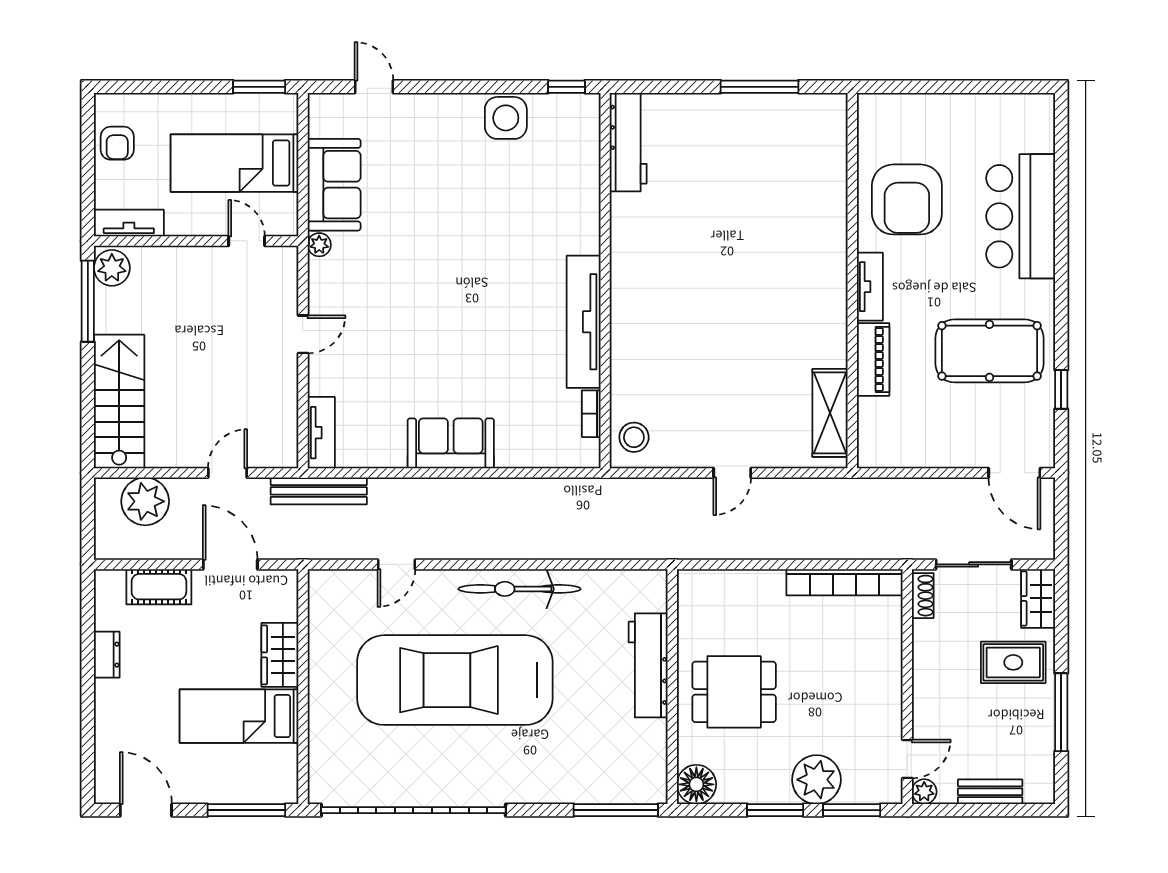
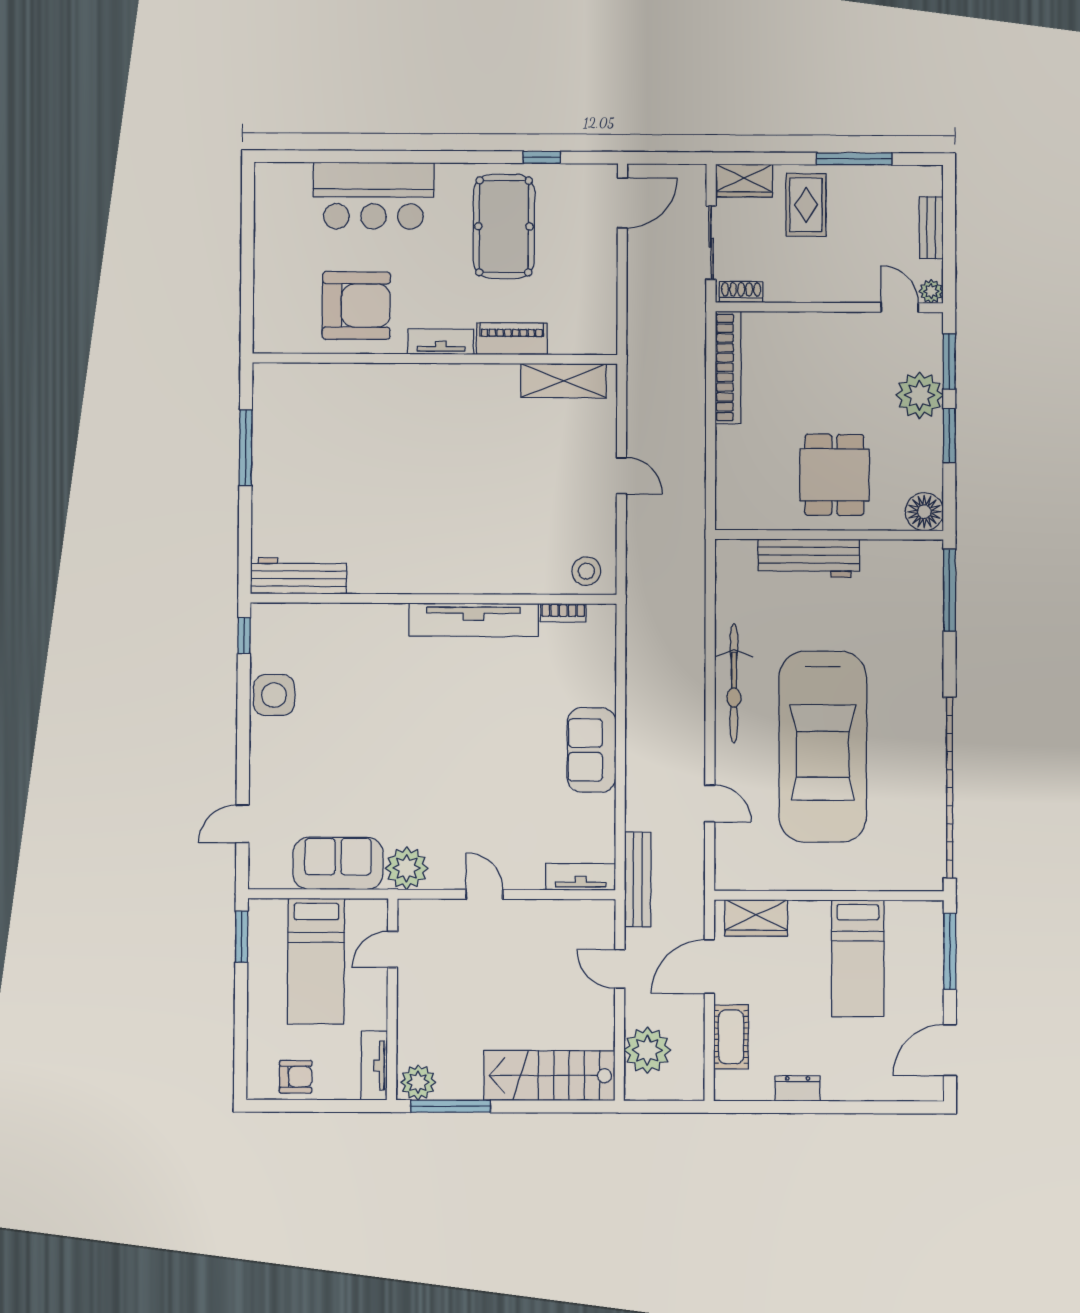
plant: (319, 245) -> (407, 868), width x1.88, depth x1.88
wardrobe: (280, 655) -> (756, 918), moved

